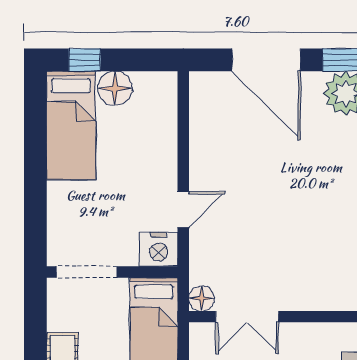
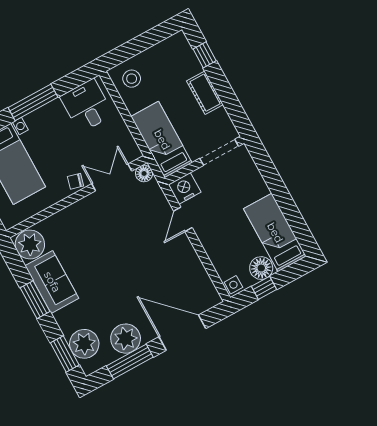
window: (85, 60) -> (264, 288), moved
side table: (164, 86) -> (233, 285), added
chair: (298, 338) -> (75, 181), added

